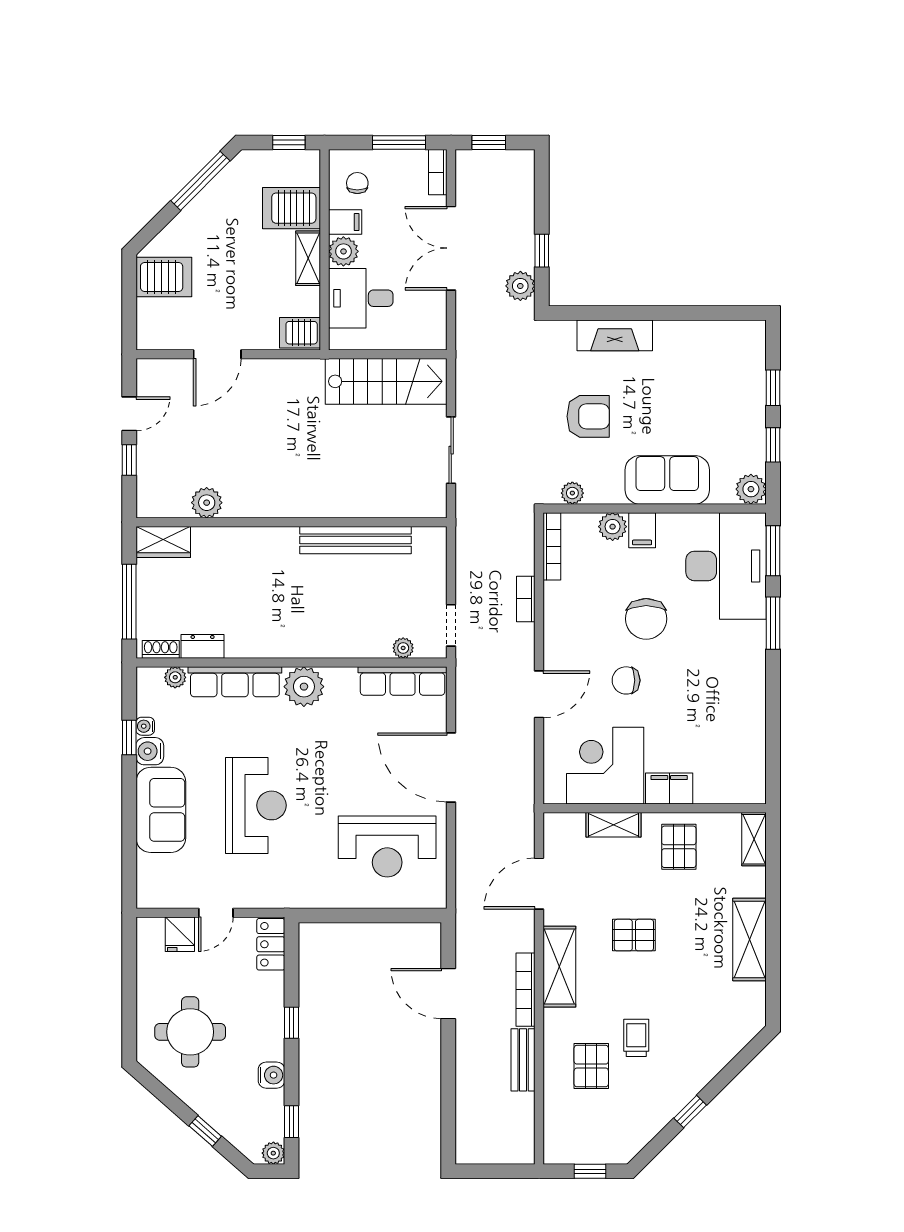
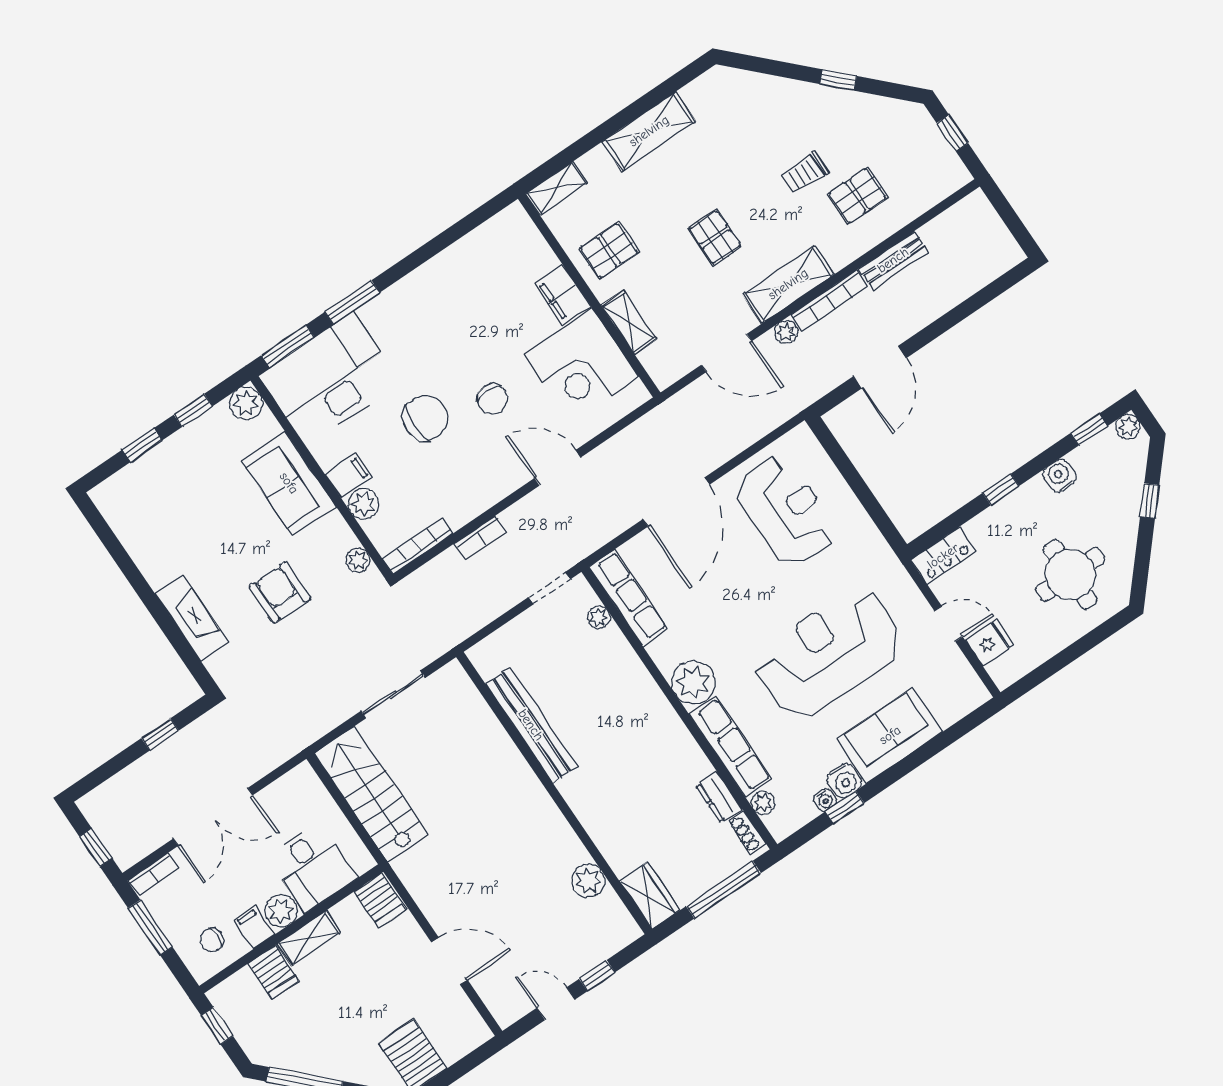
server rack: (291, 208) -> (273, 972), width x0.73, depth x0.70
plant: (520, 286) -> (786, 332), moved, width x0.73, depth x0.73
reception desk: (256, 805) -> (829, 653), width x1.36, depth x1.30

